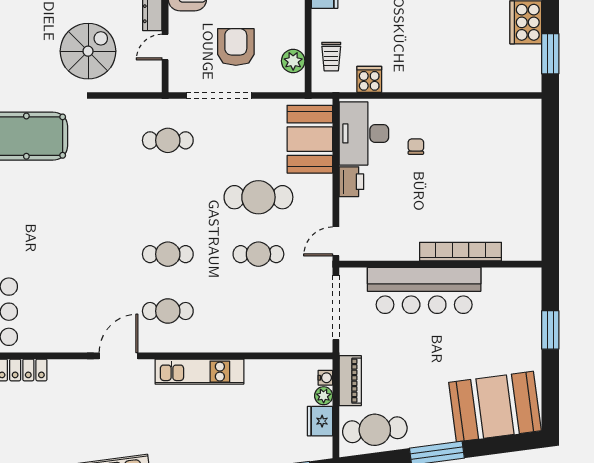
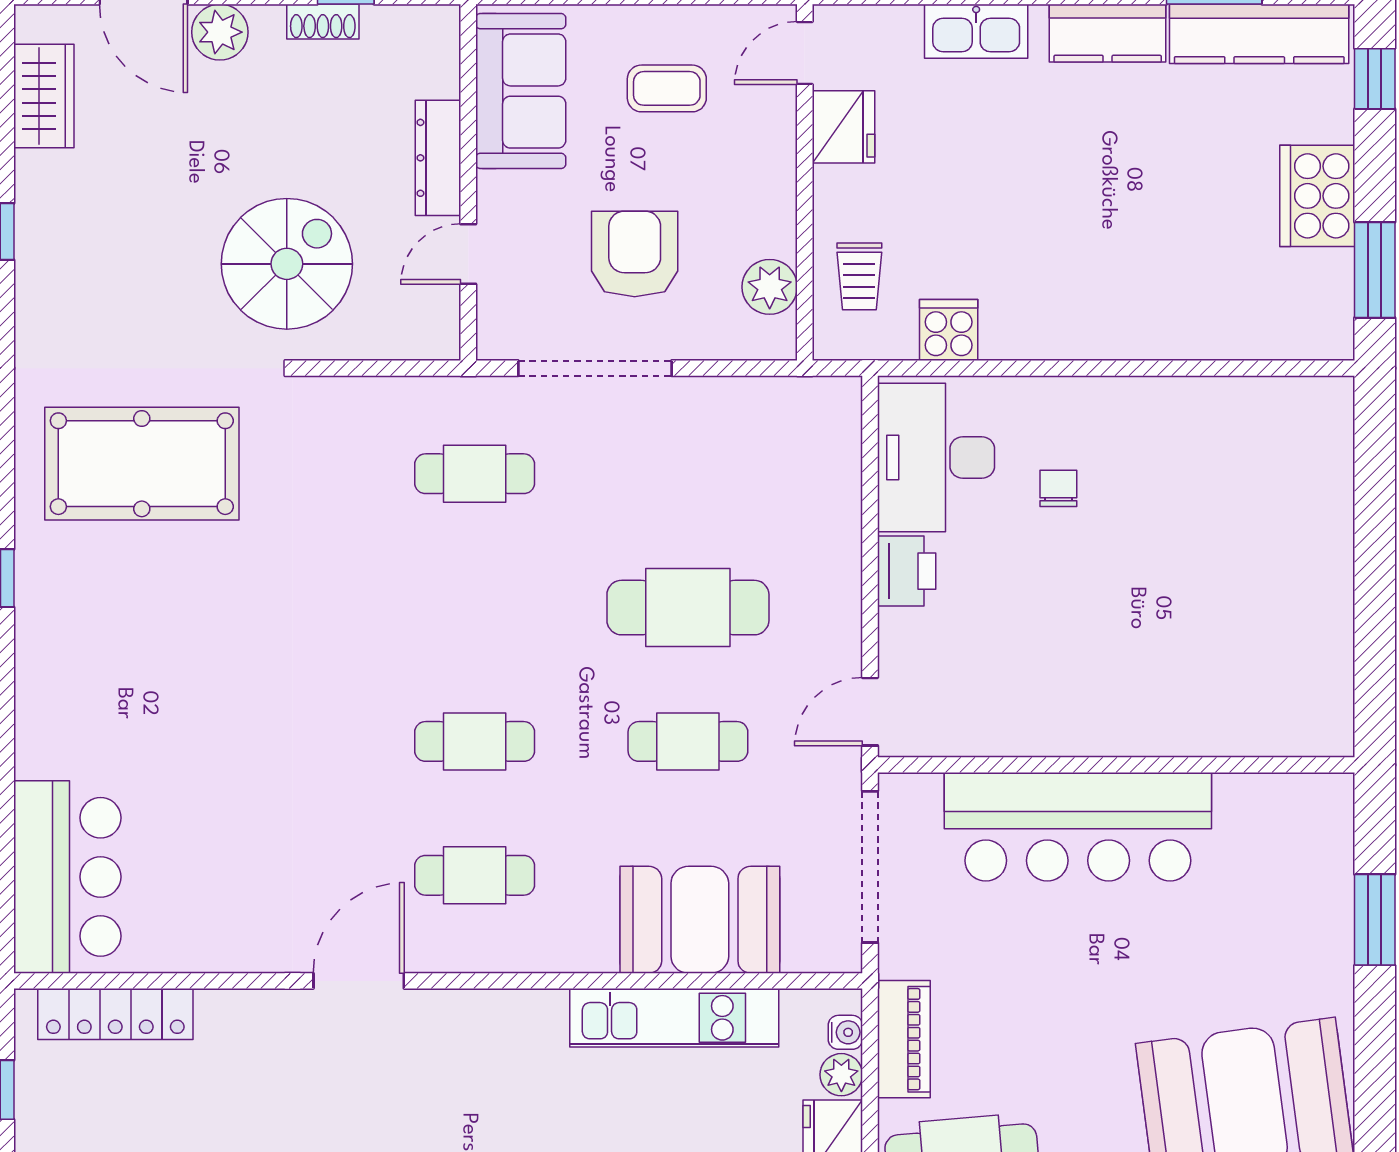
booth: (310, 139) -> (700, 920), moved, turned 90
bookcase: (461, 252) -> (1164, 735), removed
kitchen unit: (199, 372) -> (674, 1018), moved

